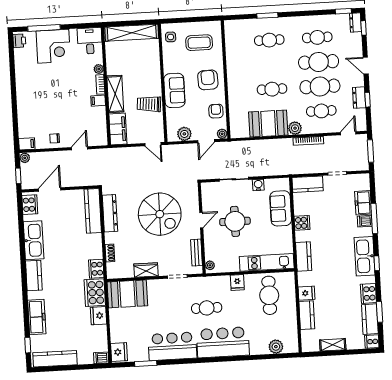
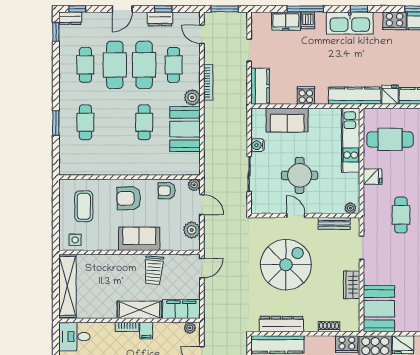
plant: (99, 69) -> (190, 328), moved
kitchen counter: (304, 256) -> (355, 96), width x1.50

